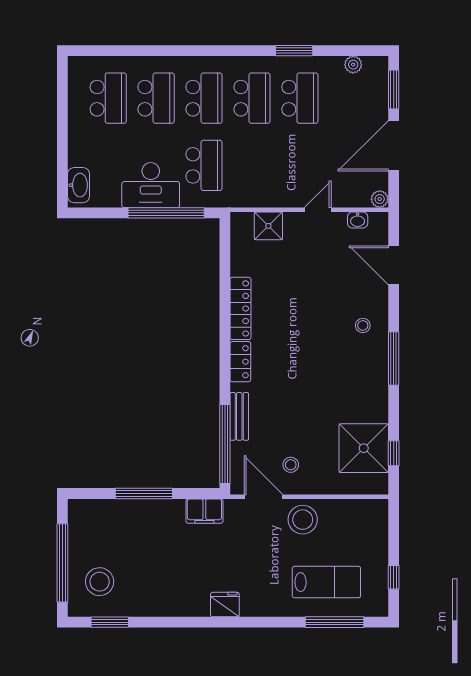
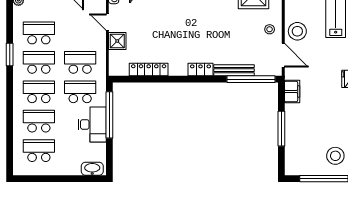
window: (294, 51) -> (10, 55), moved
school desk: (252, 165) -> (80, 62), added
shower: (268, 226) -> (117, 41), moved
locker: (240, 308) -> (149, 69), moved
bench: (239, 416) -> (234, 70), width x1.36
stool: (291, 465) -> (270, 29), moved
door: (264, 497) -> (283, 55), swing flipped

